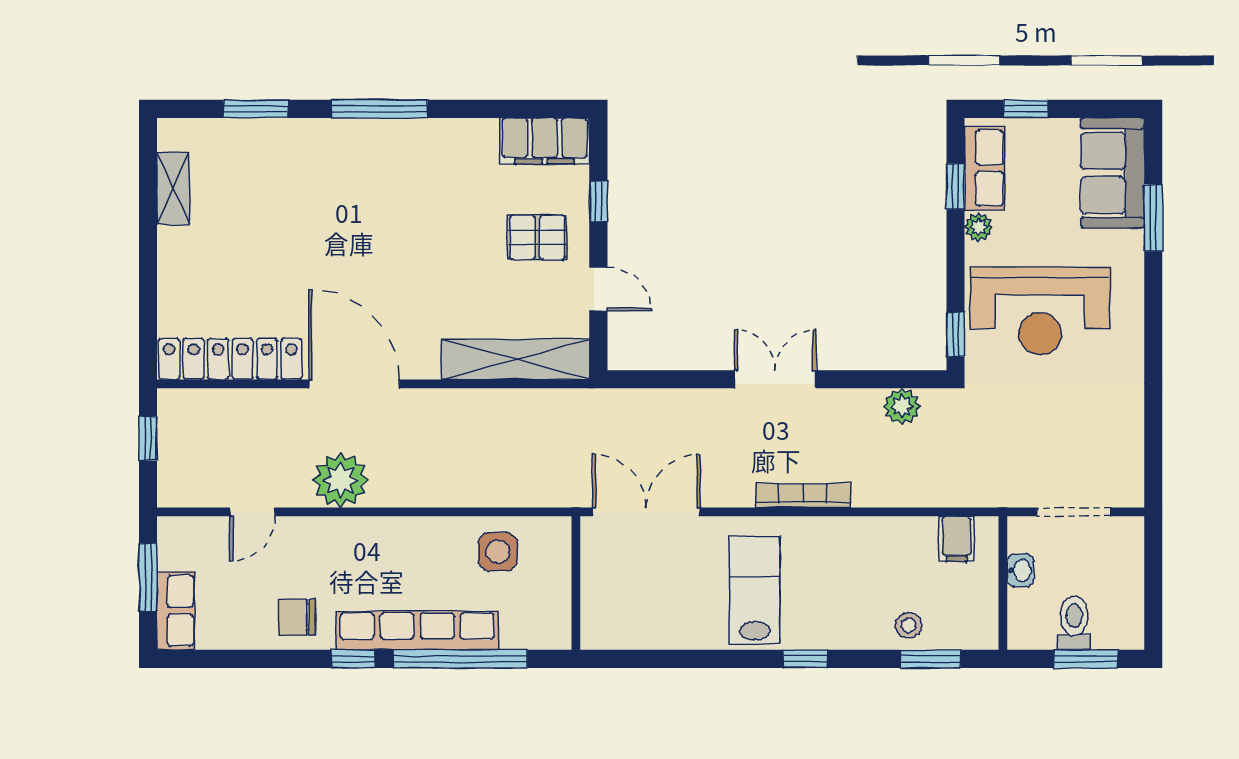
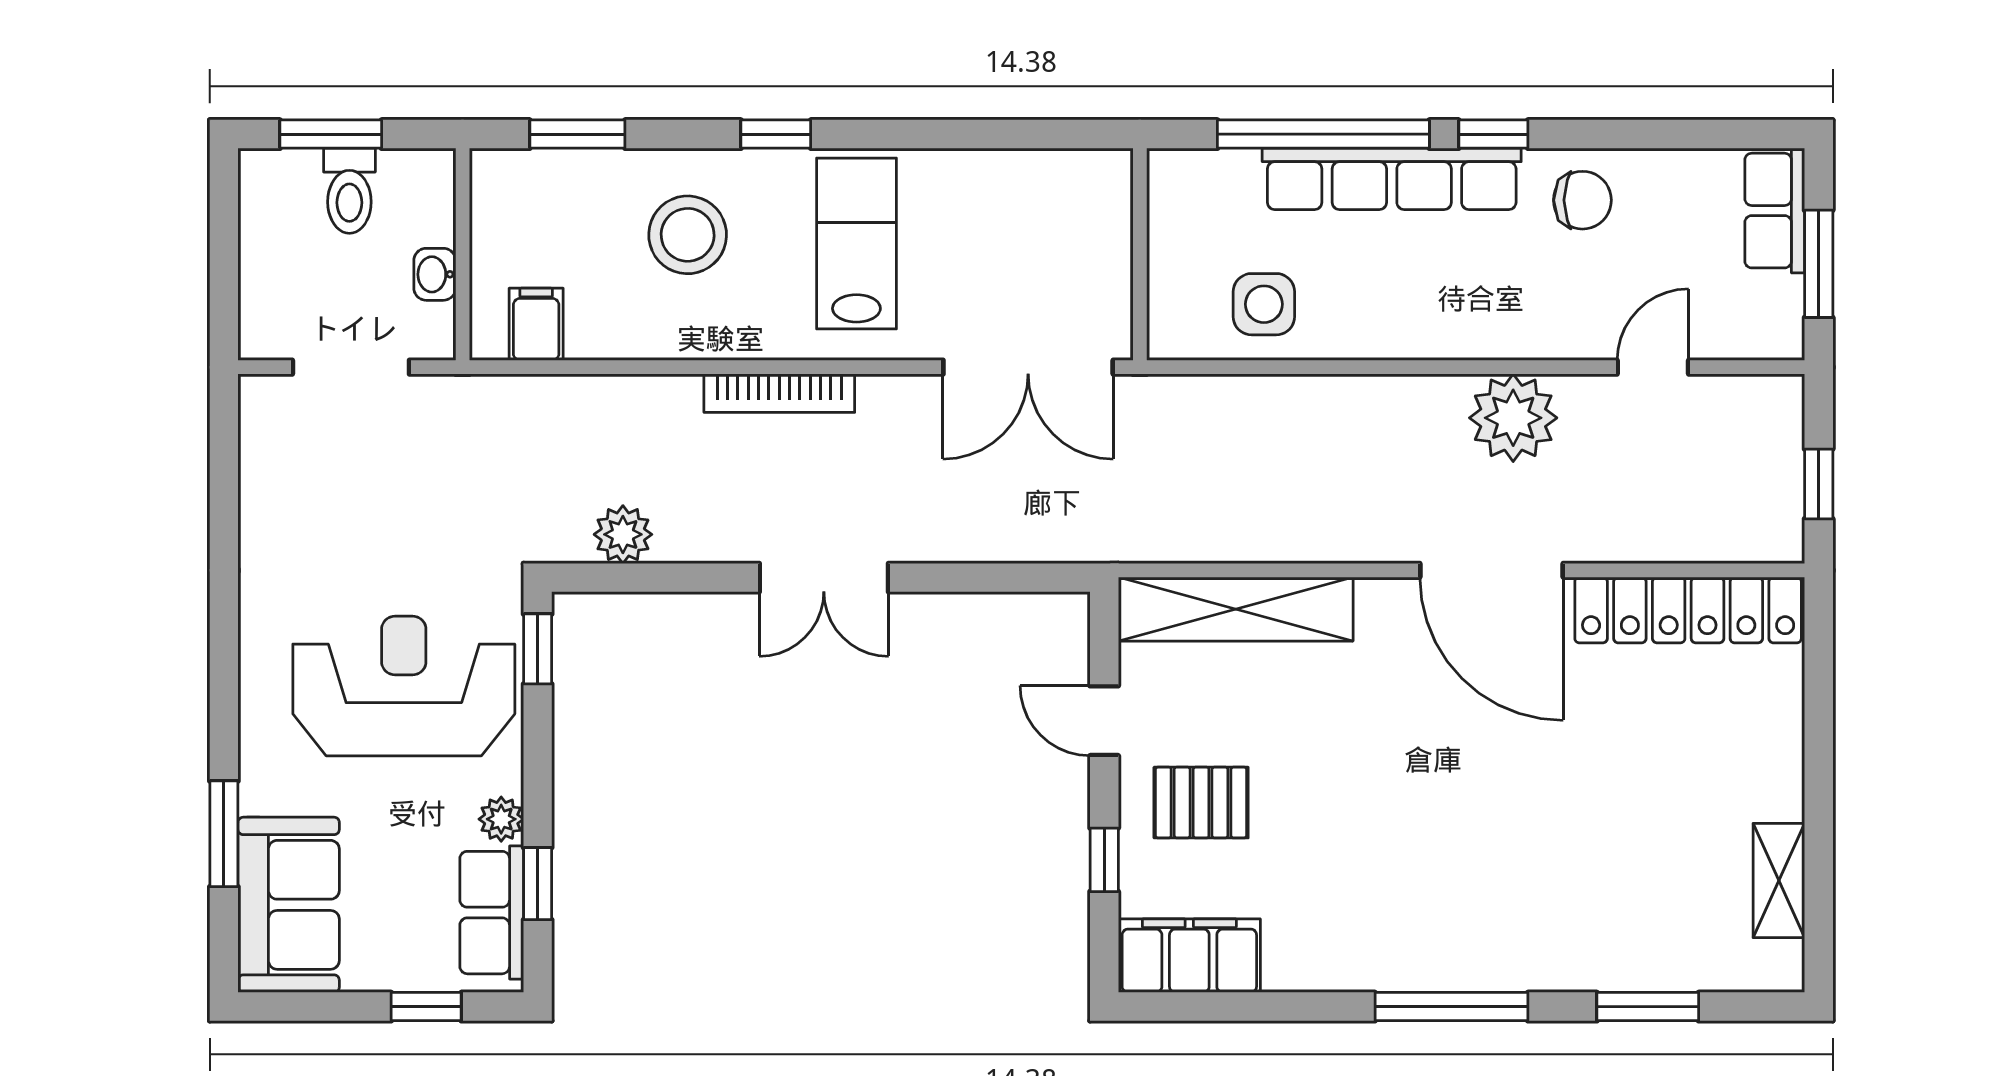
lab bench: (755, 590) -> (856, 243), turned 180
stool: (909, 625) -> (688, 235), moved, width x1.89, depth x1.89

